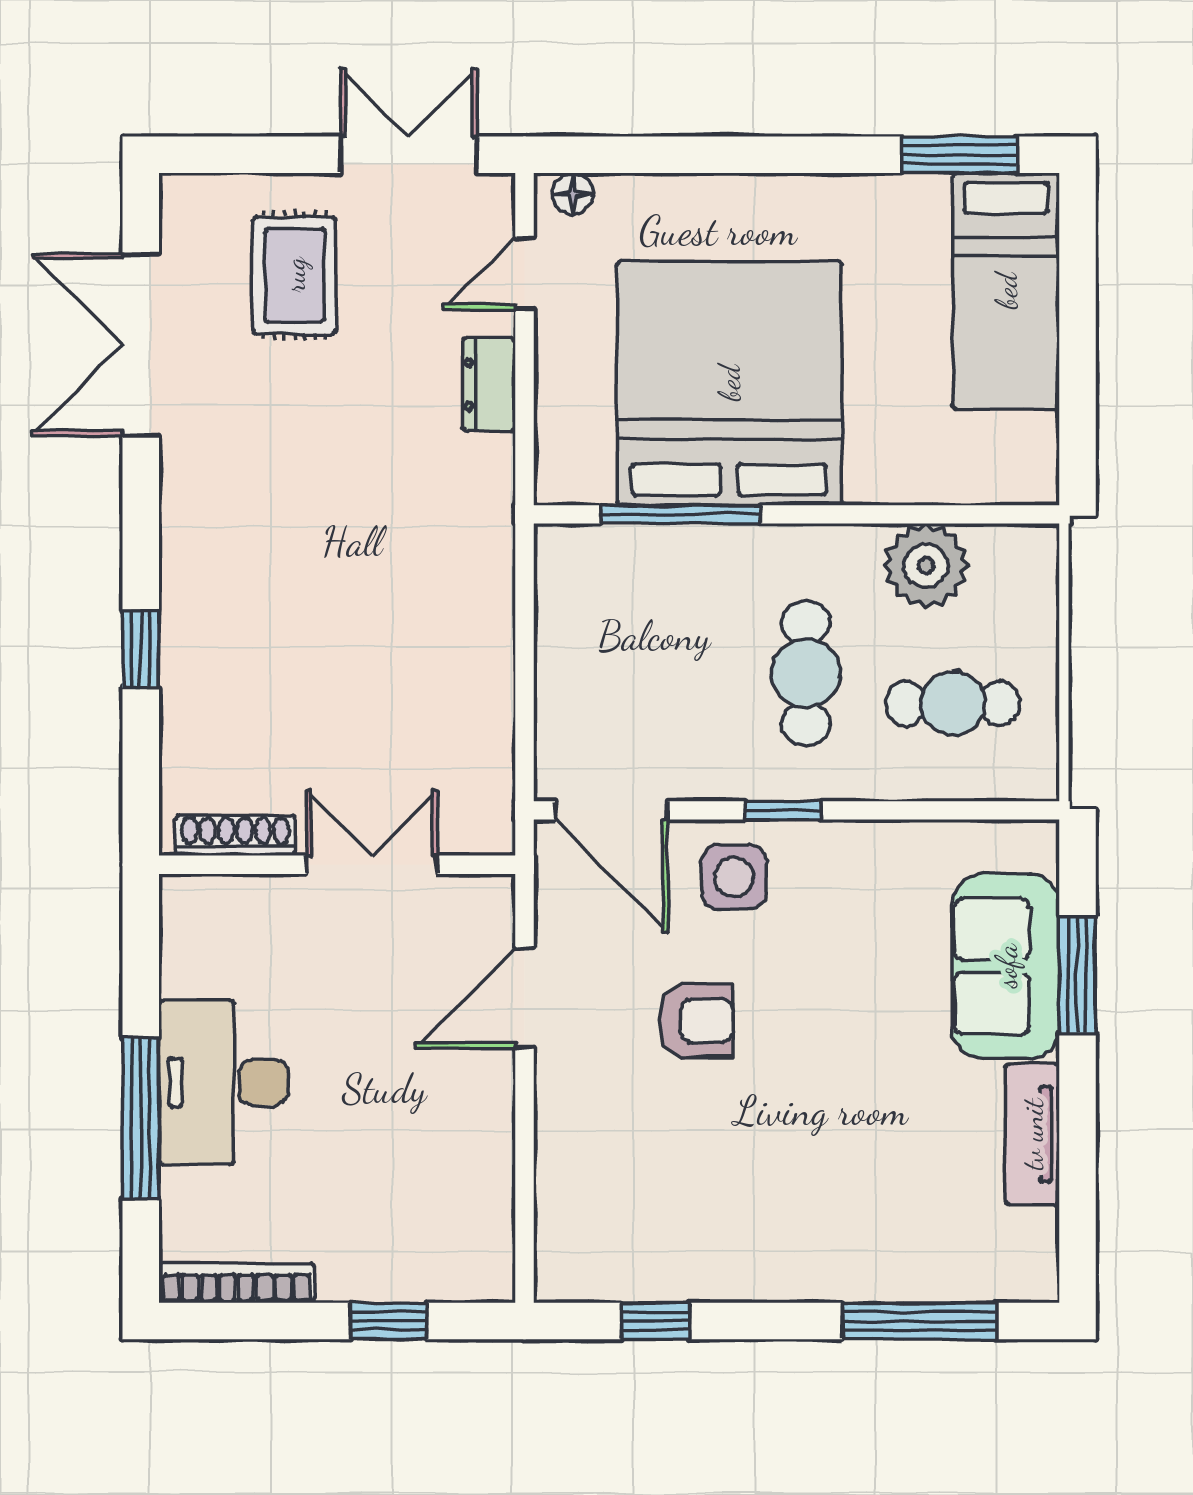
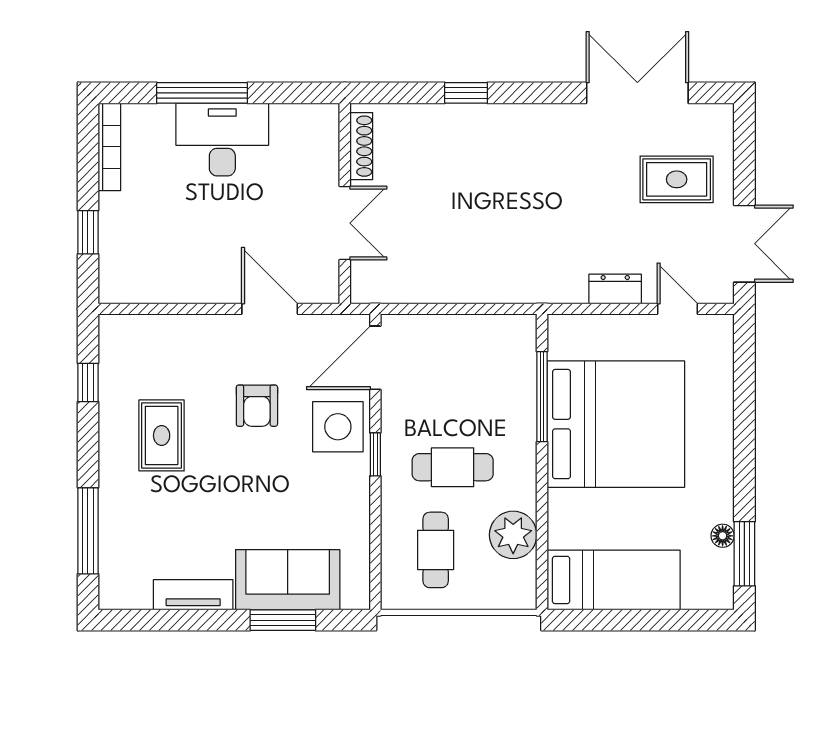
floor lamp: (573, 194) -> (723, 536), moved
bed: (1006, 291) -> (614, 580), moved, turned 180
side table: (734, 877) -> (338, 427), width x1.37, depth x1.37
rug: (749, 1190) -> (162, 435), added

